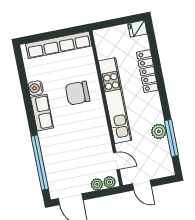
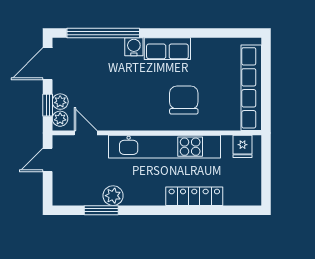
fridge: (137, 29) -> (243, 146), moved, turned 180
water cooler: (36, 88) -> (134, 47), moved
window: (171, 138) -> (101, 210), width x0.69
door: (116, 161) -> (86, 133), swing flipped
window: (101, 193) -> (48, 105), added

